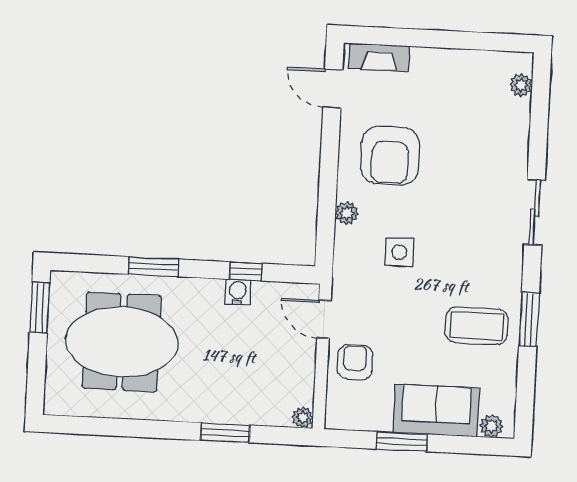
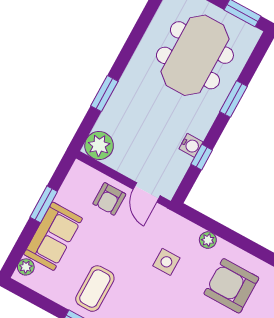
door: (324, 319) -> (147, 192), swing flipped
armchair: (355, 362) -> (109, 199), turned 90
plant: (303, 417) -> (99, 145), width x1.87, depth x1.87

